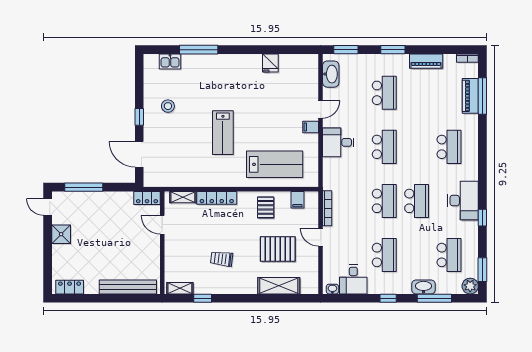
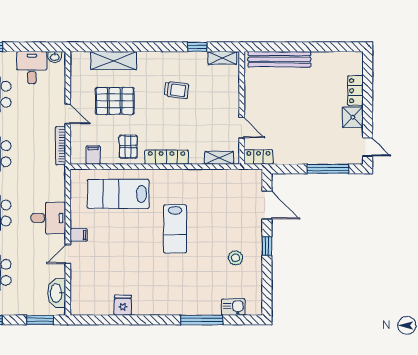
lab bench: (223, 133) -> (175, 229), turned 180
locker: (217, 198) -> (167, 157), moved
locker: (70, 287) -> (355, 91), moved, turned 90

